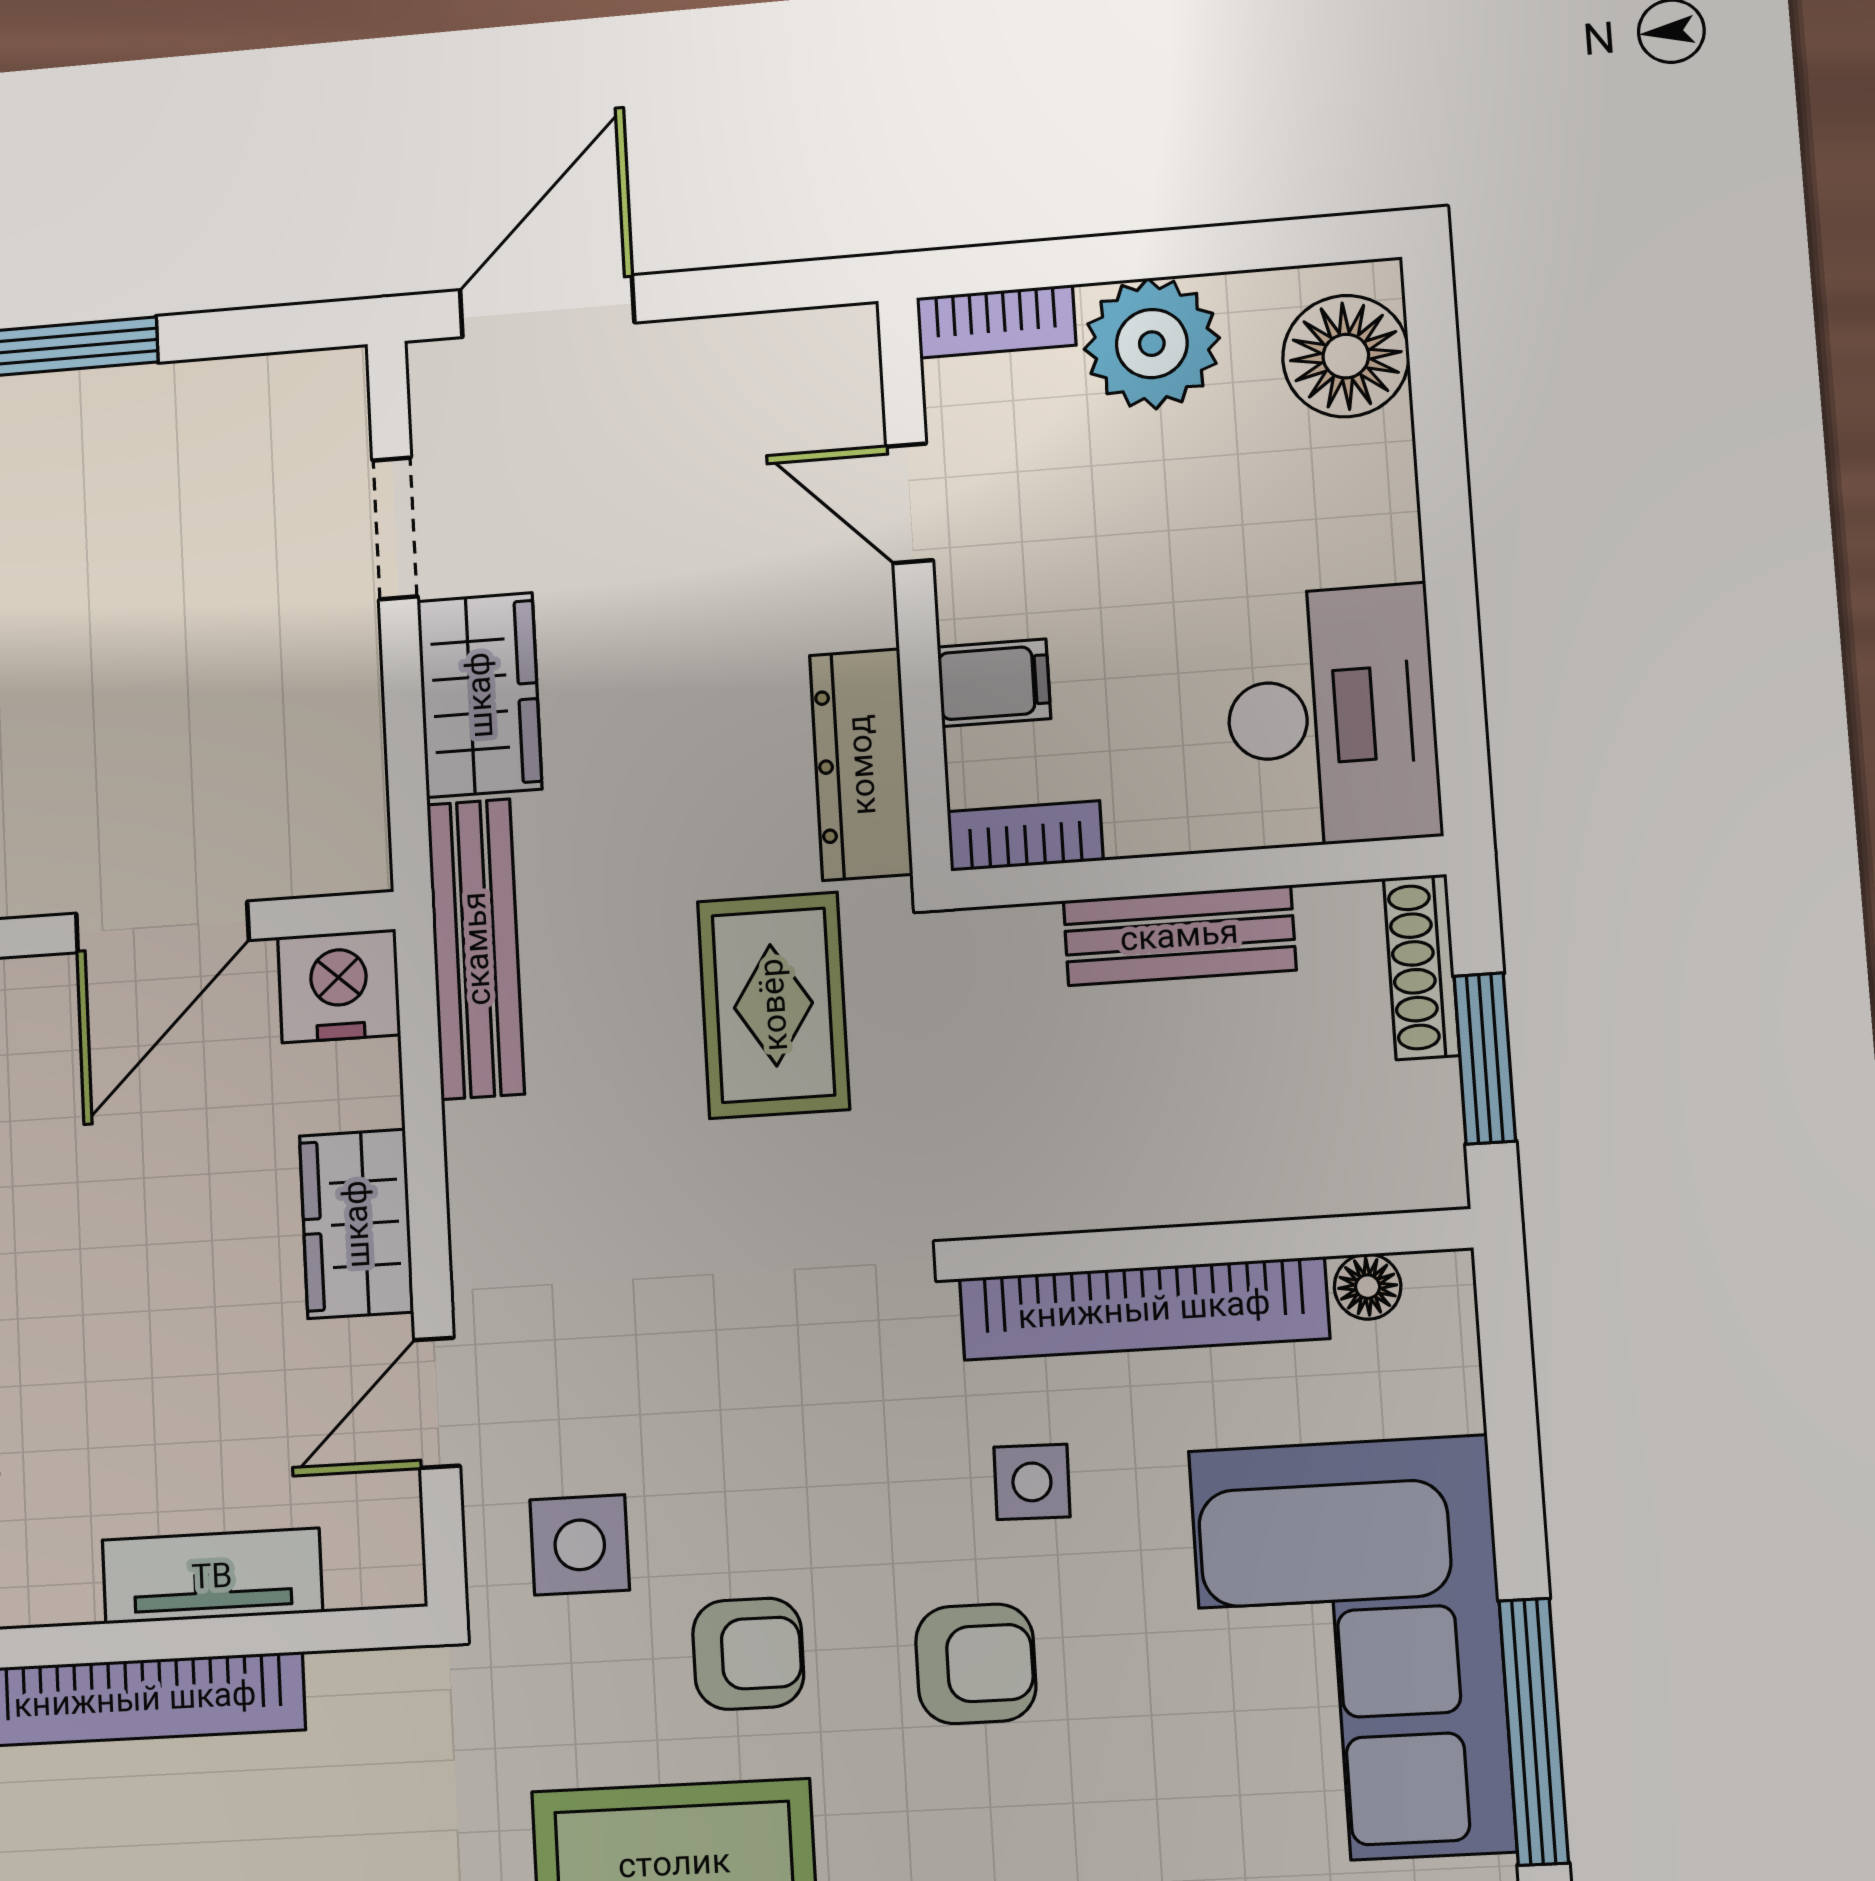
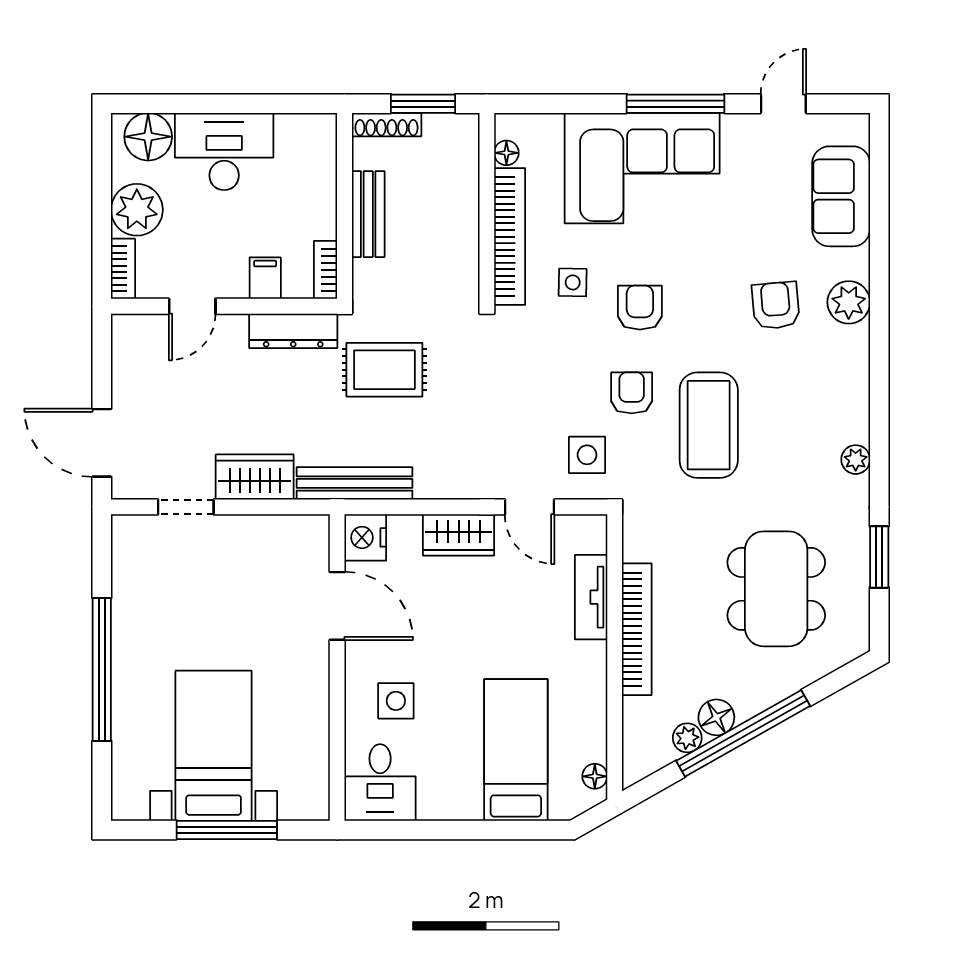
desk: (1332, 716) -> (224, 151), moved

